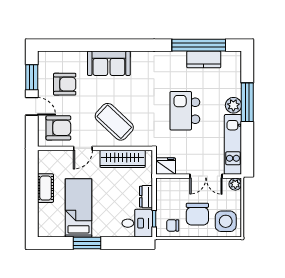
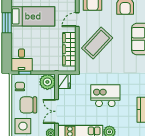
door: (83, 148) -> (77, 20), hinge flipped
plant: (166, 189) -> (47, 82), added
dresser: (146, 197) -> (41, 67), removed

